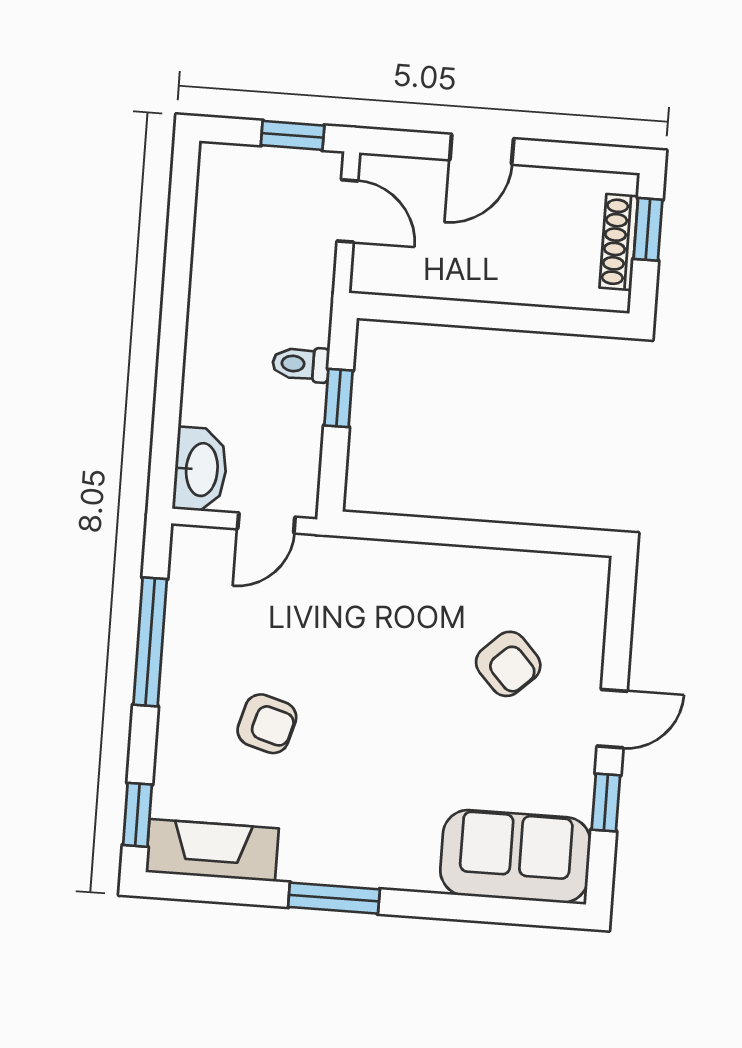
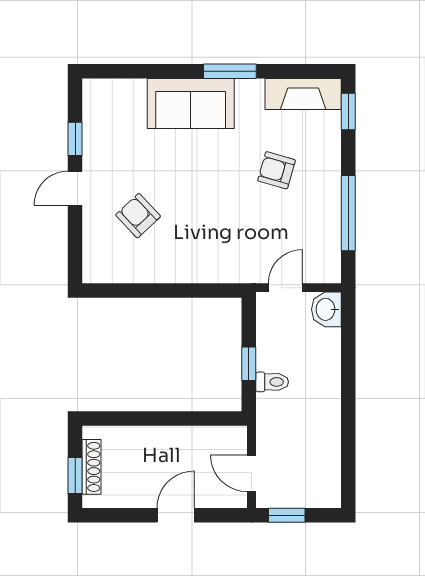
washbasin: (200, 469) -> (326, 309), width x0.72
sofa: (515, 856) -> (191, 103), moved

